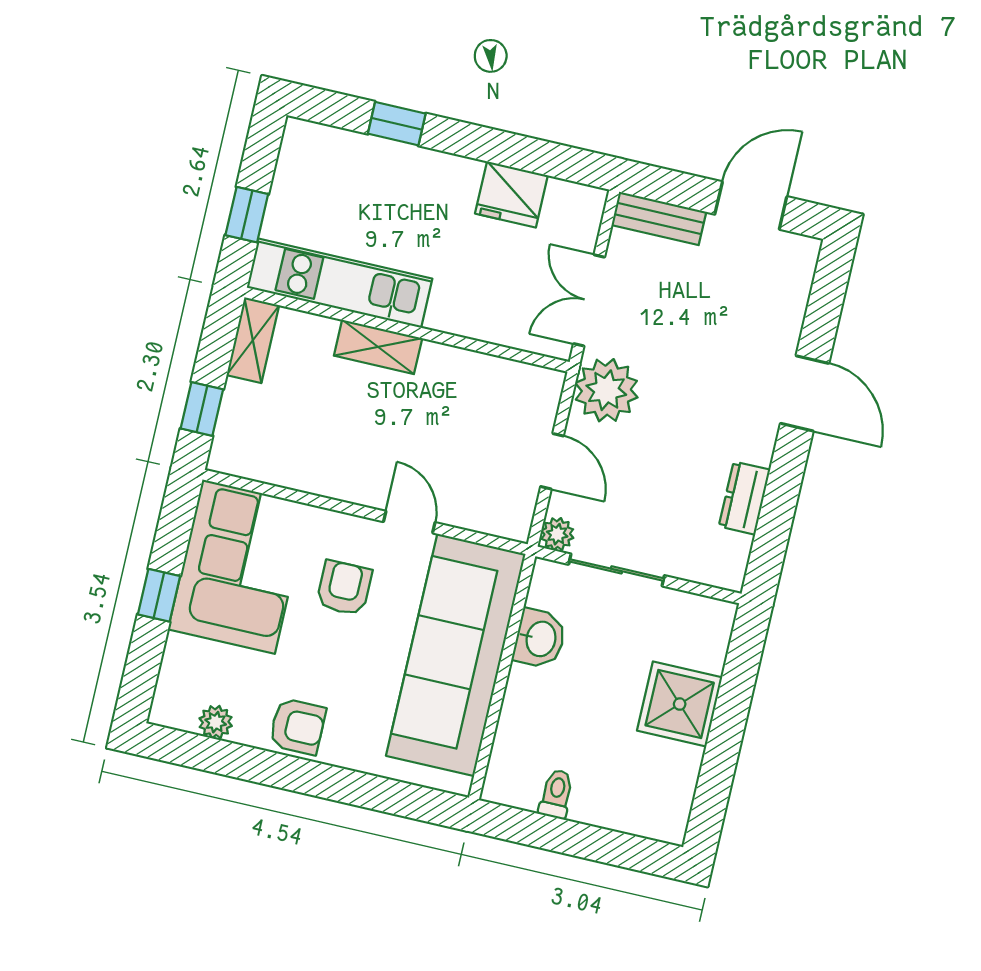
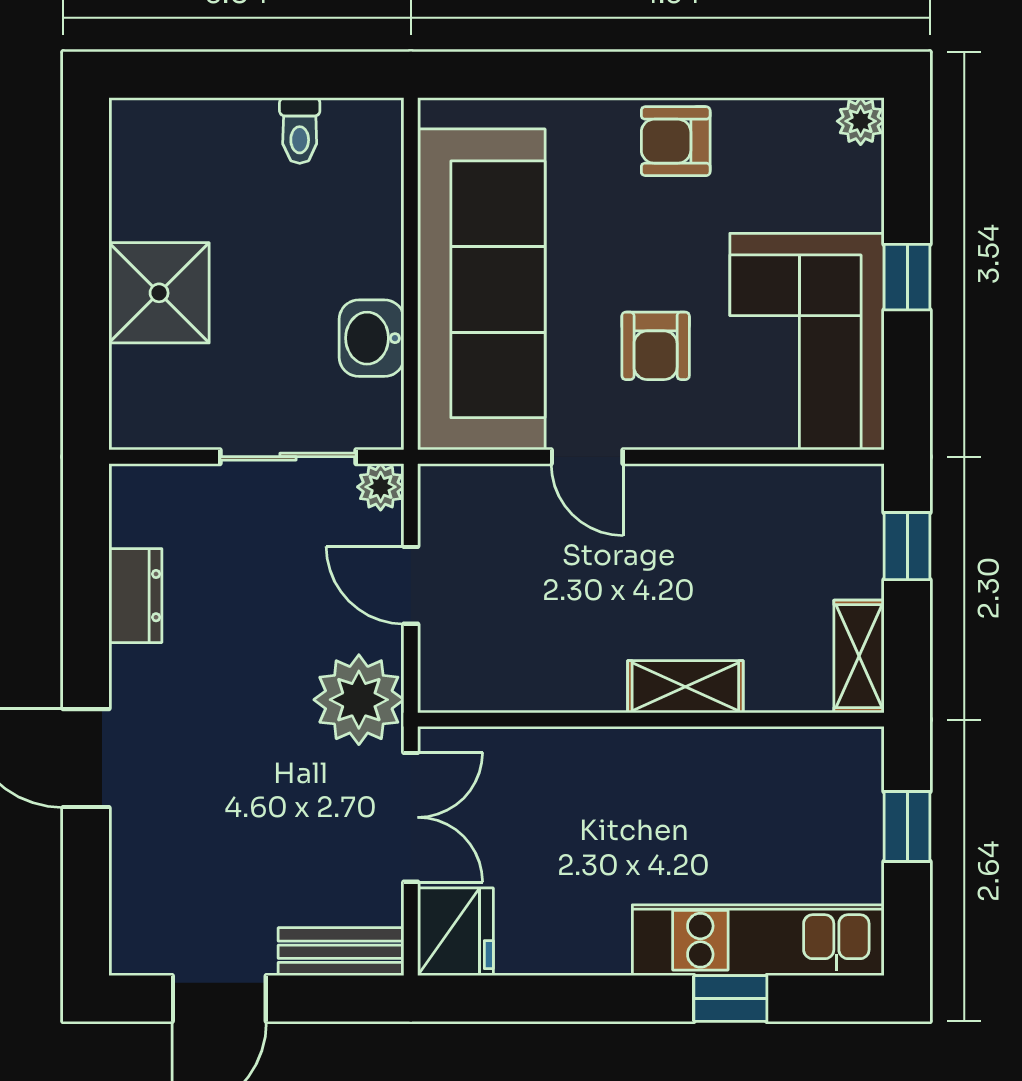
fridge: (511, 194) -> (456, 932), moved, turned 90
kitchen unit: (340, 283) -> (758, 940), moved, turned 180
plant: (216, 722) -> (861, 121), moved

